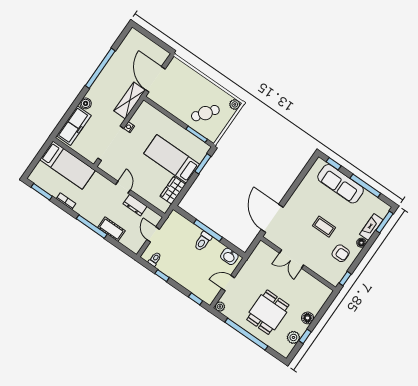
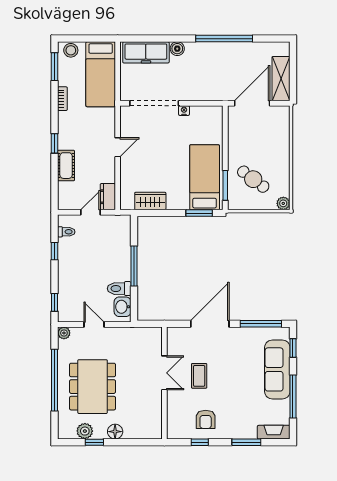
shelving: (130, 100) -> (281, 79), moved, turned 90
bed: (172, 159) -> (205, 177), moved
stool: (38, 174) -> (71, 50), added
window: (303, 174) -> (261, 324), added
dresser: (135, 205) -> (108, 197), moved
door: (272, 218) -> (210, 324), moved
window: (384, 222) -> (246, 442), moved
window: (92, 227) -> (55, 143), width x0.46
coffee table: (324, 227) -> (199, 376), moved
fireplace: (371, 227) -> (274, 432), moved
toilet: (203, 241) -> (119, 289), moved
floor lamp: (361, 243) -> (231, 433), removed
double door: (291, 259) -> (164, 373), swing flipped
window: (345, 279) -> (200, 442), moved
dining table: (268, 312) -> (93, 387), width x1.38

